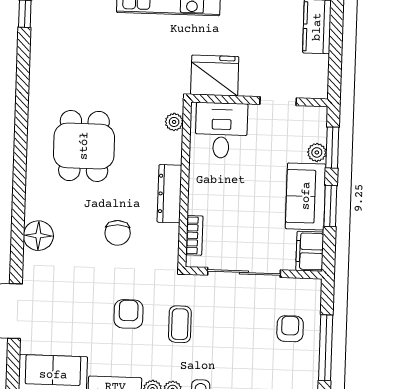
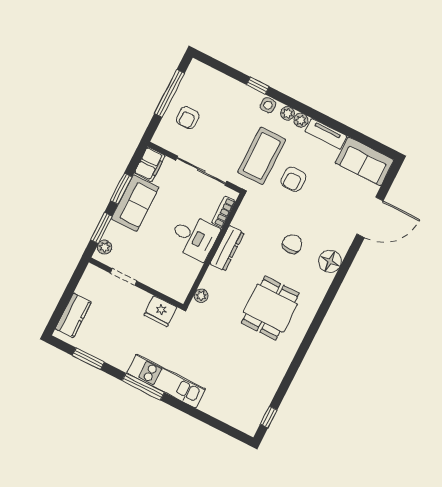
fridge: (215, 76) -> (160, 311), width x0.73, depth x0.75
desk: (221, 130) -> (194, 237), moved, turned -90
plant: (317, 152) -> (104, 247), moved
chair: (118, 233) -> (292, 244), moved
coffee table: (180, 324) -> (262, 156), width x1.86, depth x1.72

